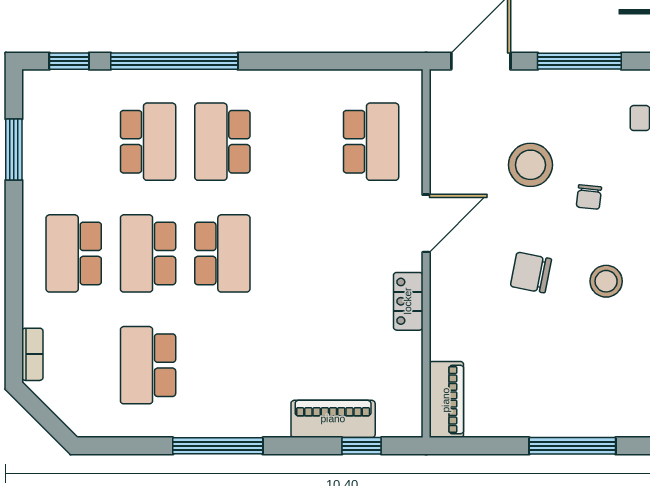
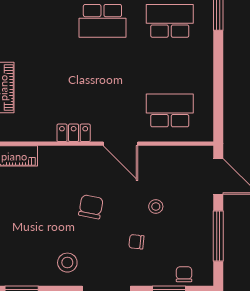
school desk: (371, 142) -> (170, 110), turned 180
stool: (530, 165) -> (156, 206), width x0.53, depth x0.53
stool: (606, 281) -> (67, 263), moved

